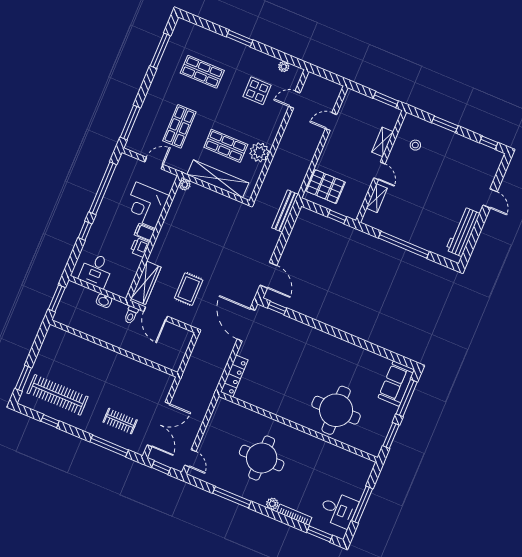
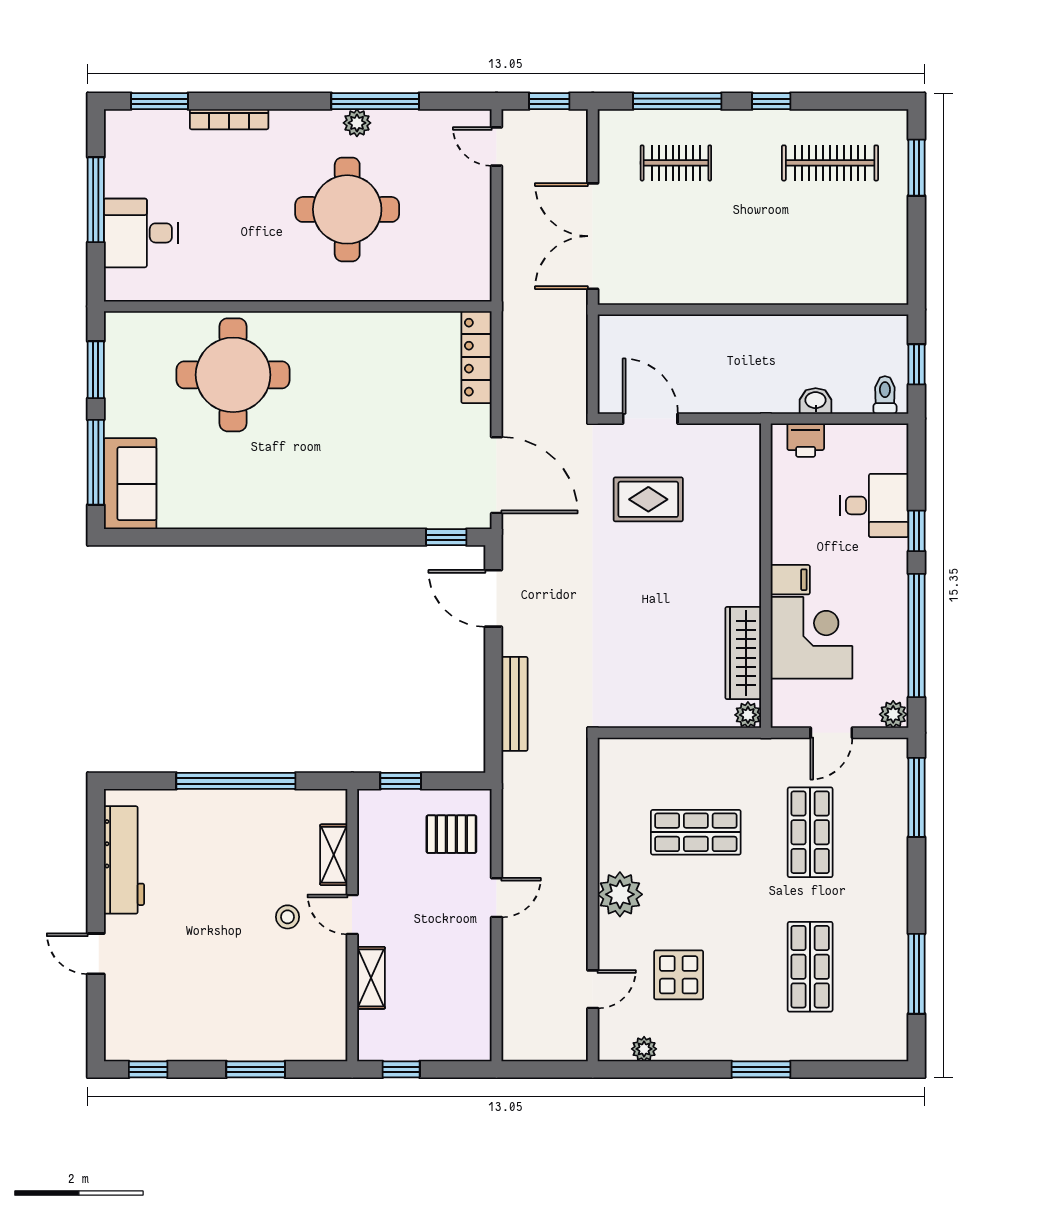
shop shelf: (202, 72) -> (810, 967), turned 90
window: (386, 100) -> (401, 1069), width x0.67
door: (331, 122) -> (497, 898), moved
stool: (415, 145) -> (288, 917), moved
plant: (259, 152) -> (620, 894), moved
plant: (126, 160) -> (893, 714), added
shelving: (218, 179) -> (684, 756), removed
pallet: (325, 187) -> (451, 834), width x0.67, depth x0.71
bench: (285, 211) -> (515, 704), moved
printer: (140, 247) -> (806, 440), moved, turned 90
desk: (96, 270) -> (874, 505), moved, turned 90
wardrobe: (146, 283) -> (743, 653), moved
rug: (189, 289) -> (648, 499), turned 90
window: (57, 298) -> (917, 364), width x0.67
door: (156, 314) -> (650, 419), moved
toilet: (131, 315) -> (885, 395), moved
clothes rail: (58, 395) -> (830, 163), width x0.73, depth x0.76
window: (50, 421) -> (771, 101), moved
double door: (158, 424) -> (593, 236), moved
plant: (272, 504) -> (357, 123), moved
desk: (339, 510) -> (141, 233), moved

